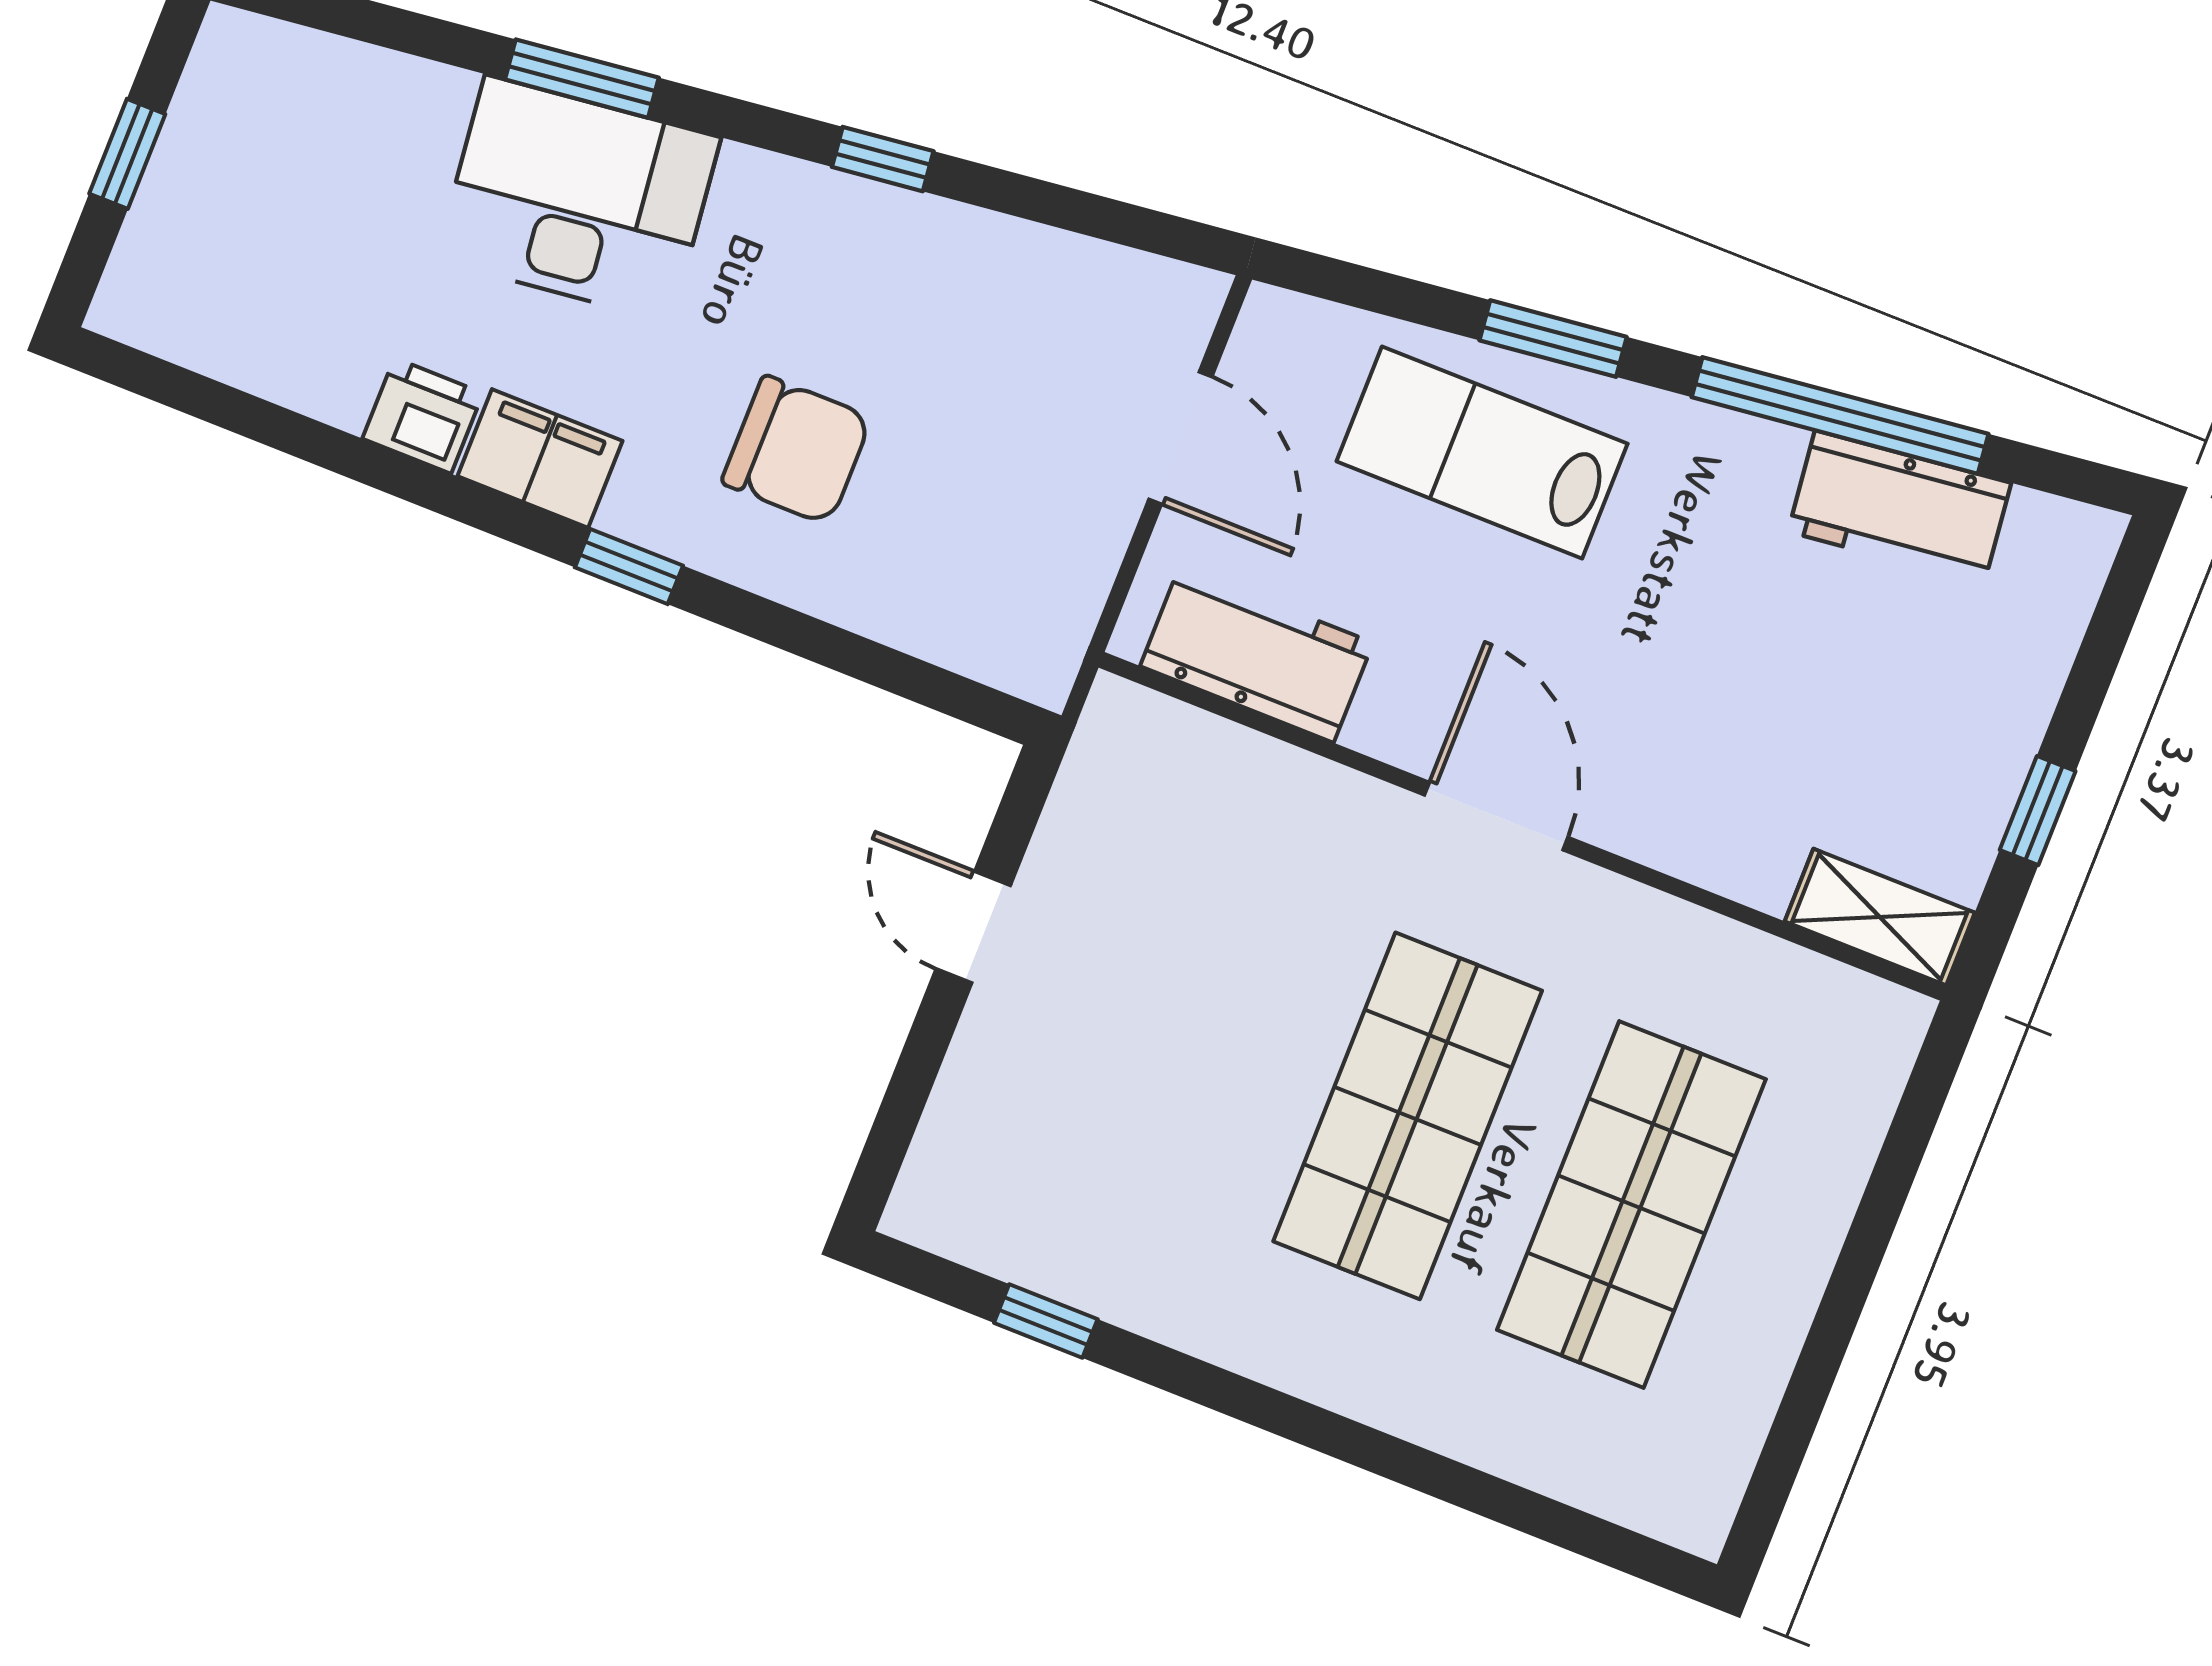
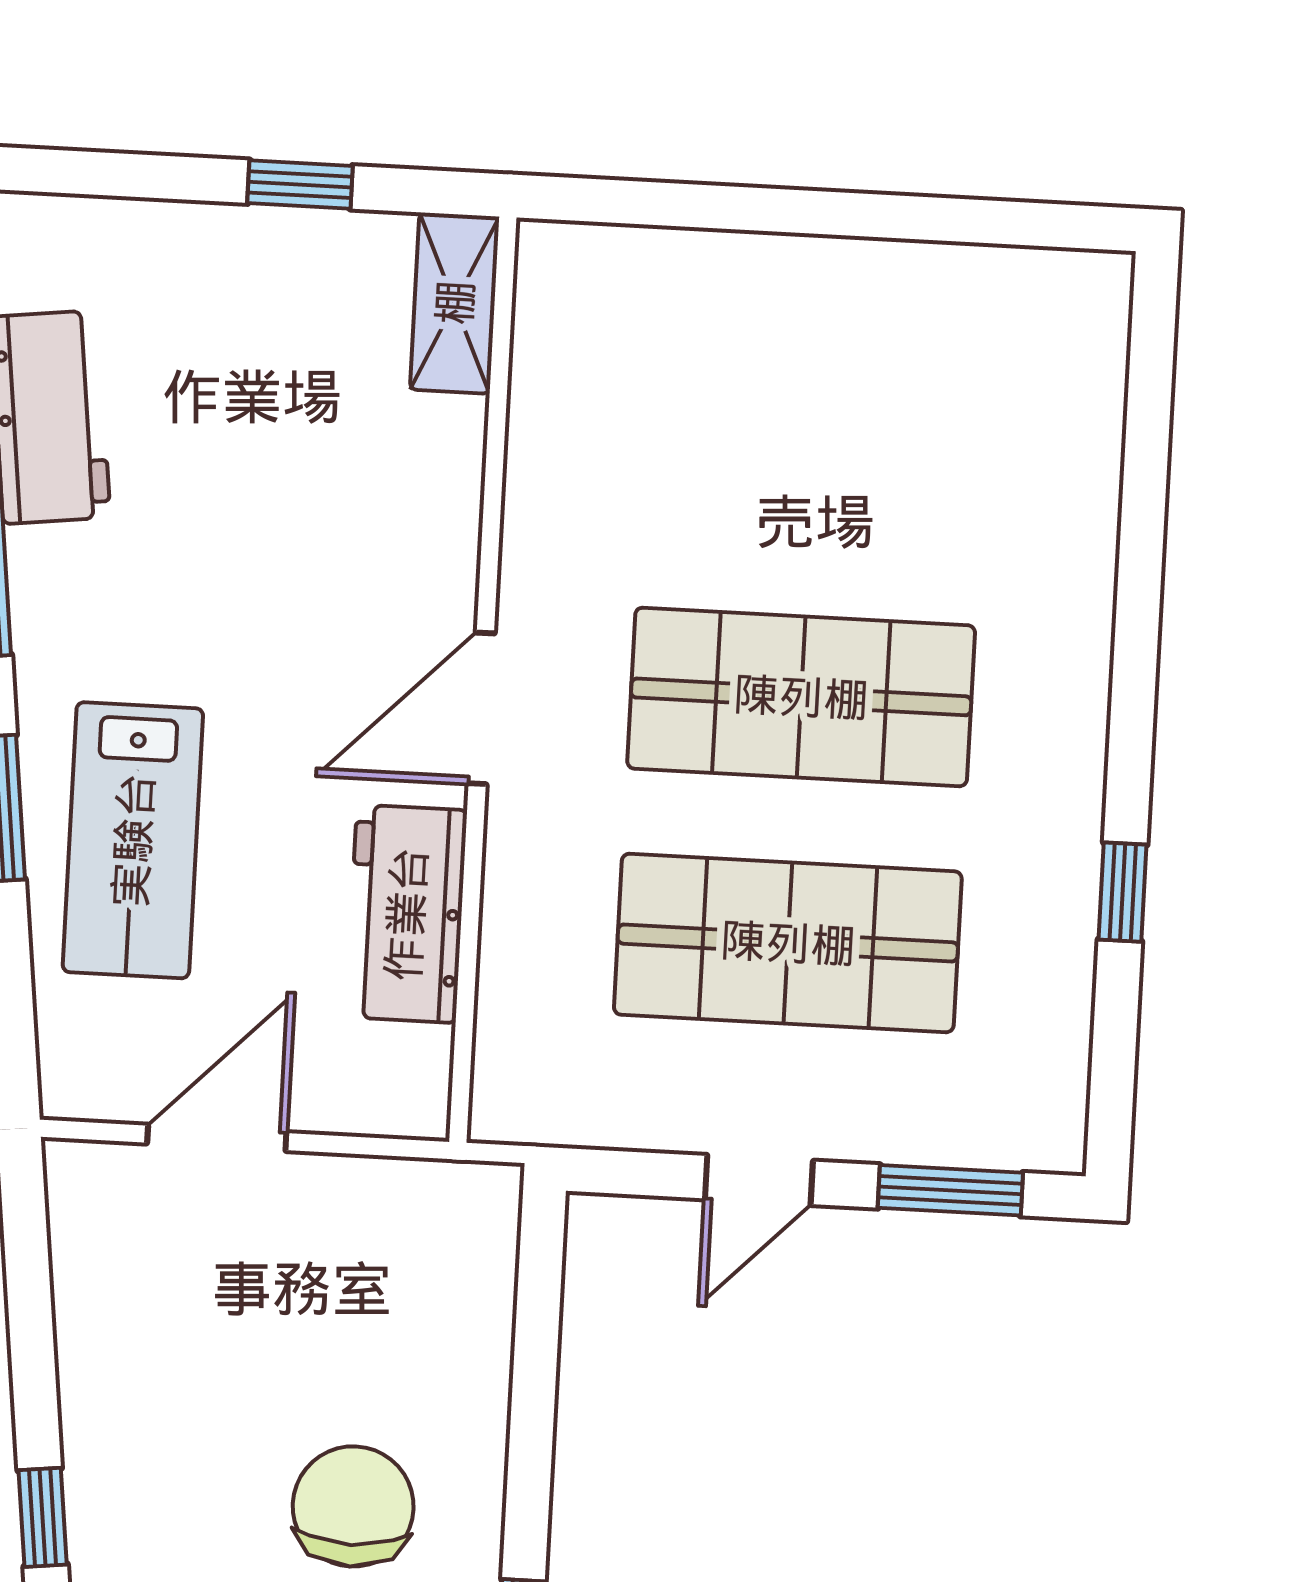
workbench: (1257, 654) -> (406, 914), moved
window: (904, 1101) -> (950, 1190), added
shop shelf: (1631, 1205) -> (788, 943), moved
window: (1046, 1321) -> (1123, 892), moved

